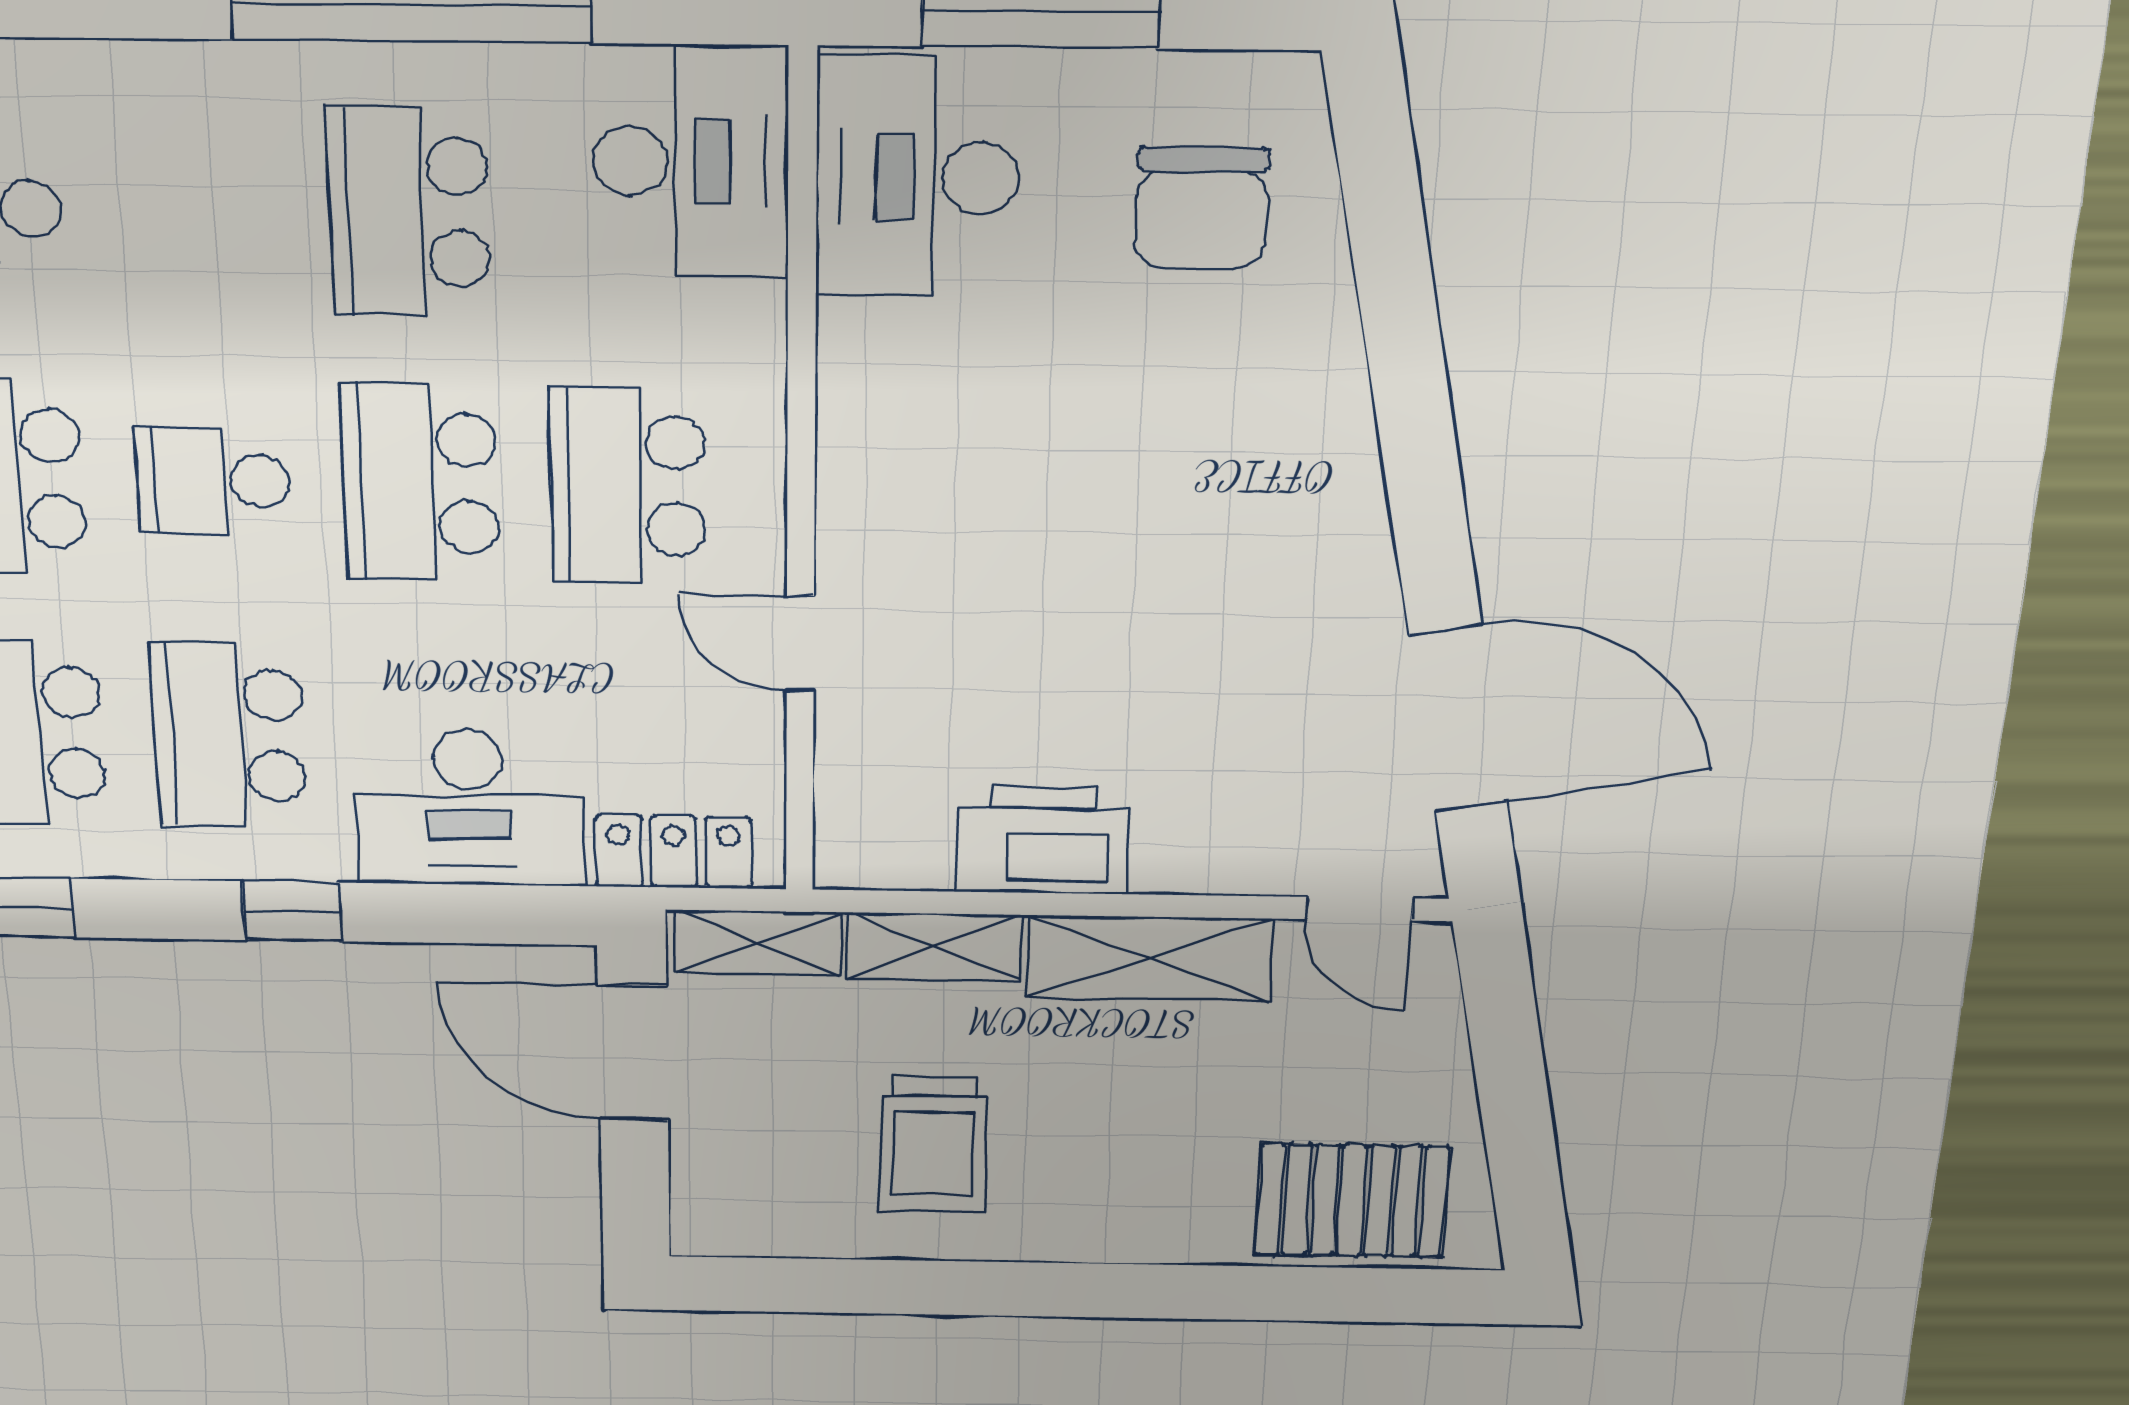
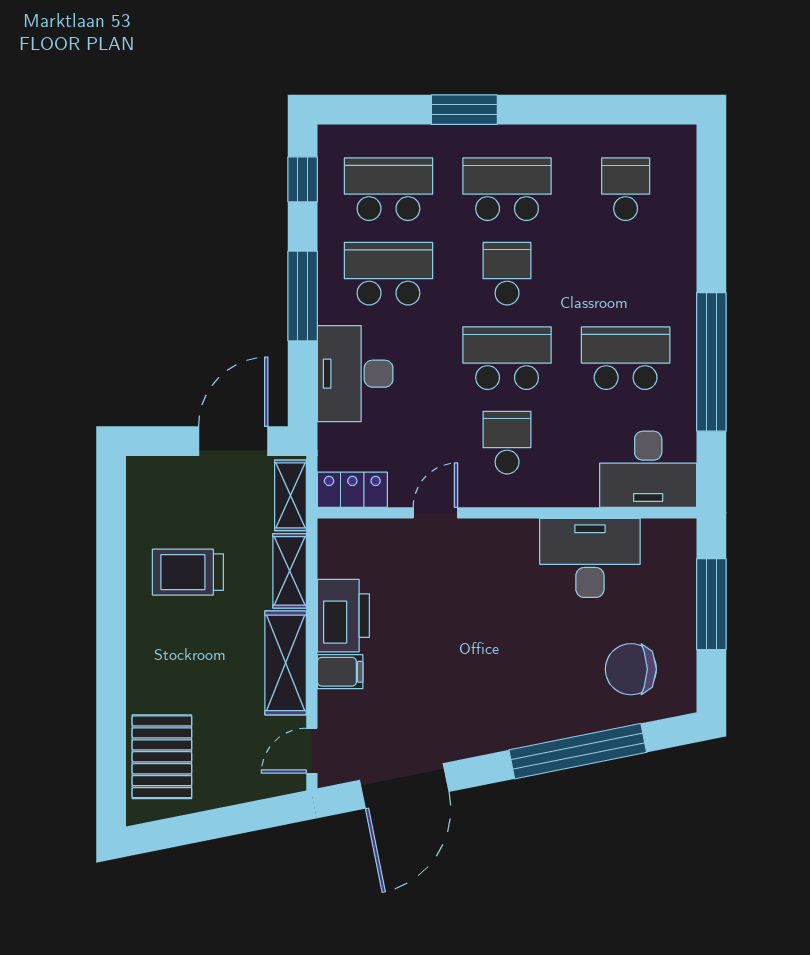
desk: (918, 177) -> (590, 558), moved
window: (1402, 335) -> (578, 751), added
school desk: (628, 486) -> (507, 443), width x0.54
filing cabinet: (1176, 849) -> (340, 672), added
locker: (673, 852) -> (352, 490), moved, turned -90
window: (292, 911) -> (303, 296), width x2.17

